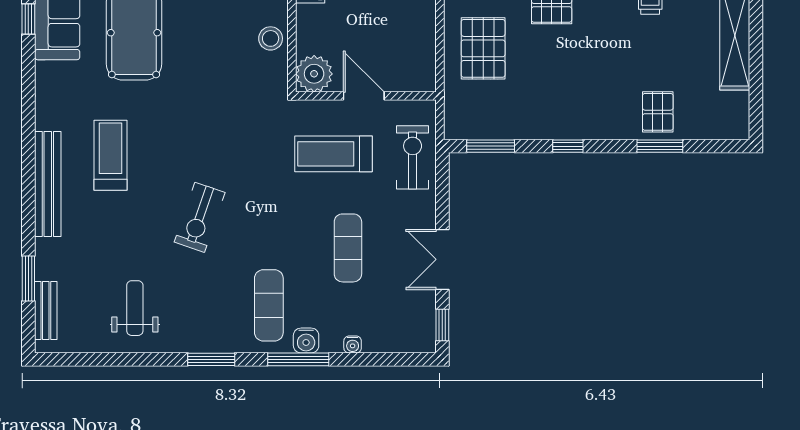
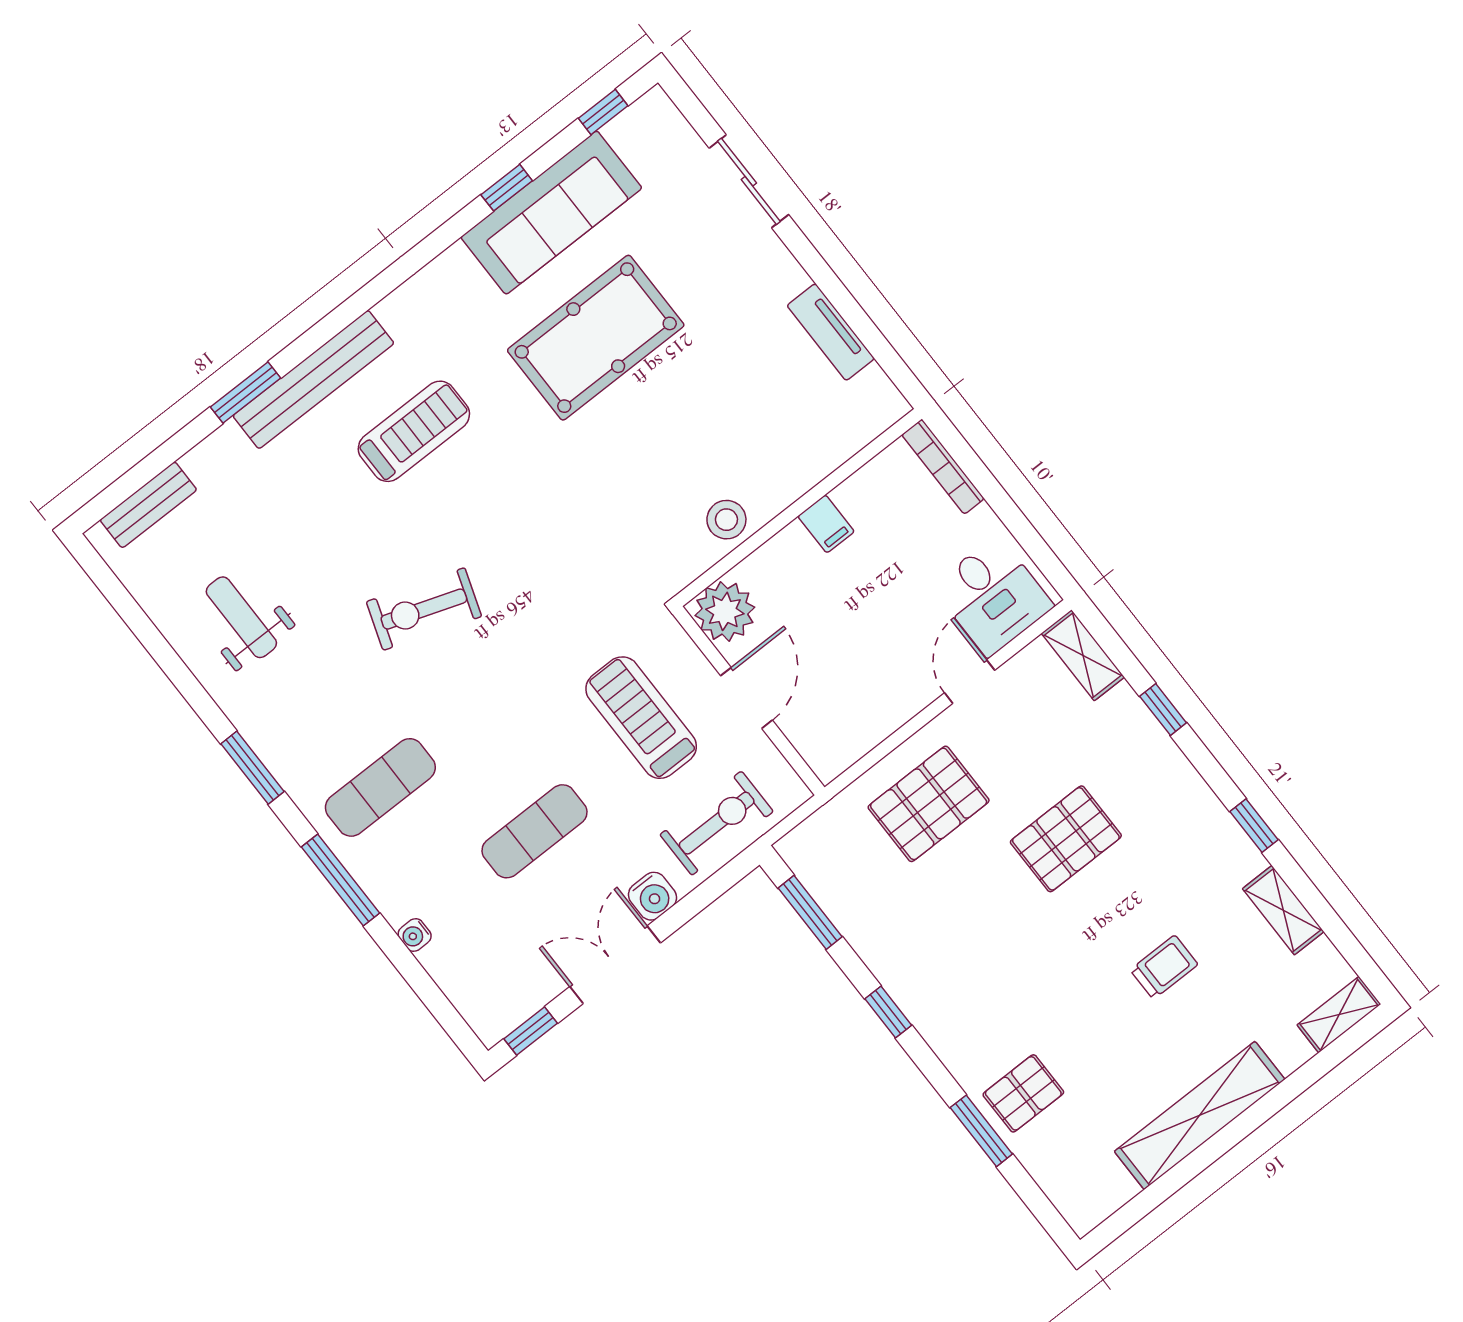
window: (28, 279) -> (245, 392), moved
weight bench: (135, 308) -> (241, 617), turned -90
water cooler: (306, 340) -> (653, 896), moved, turned -90

